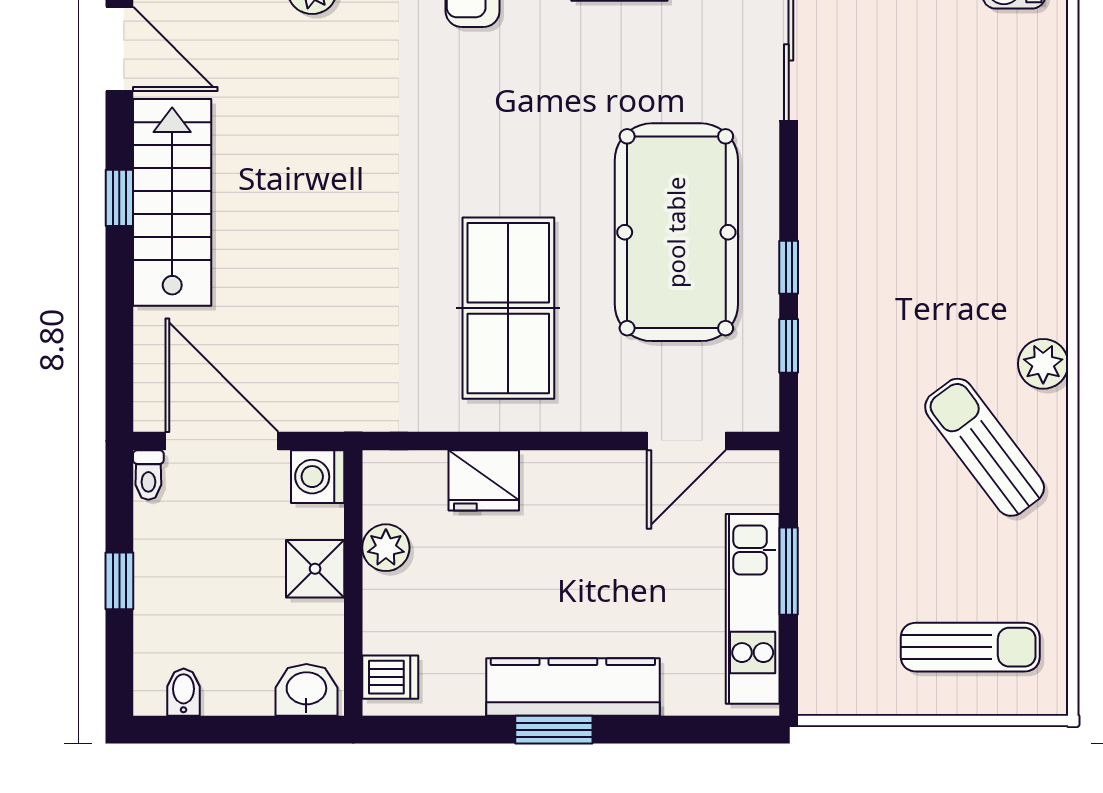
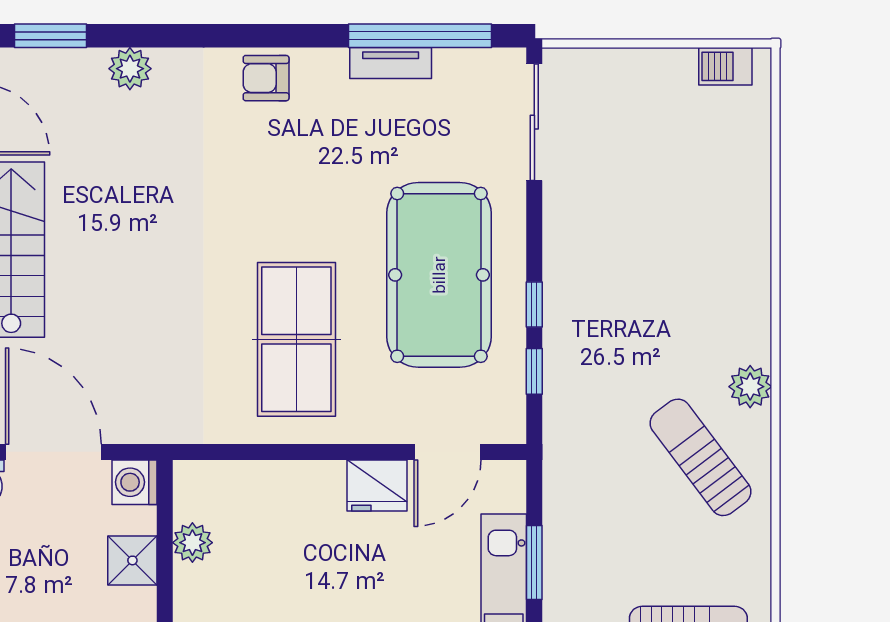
fridge: (484, 480) -> (377, 485), moved

